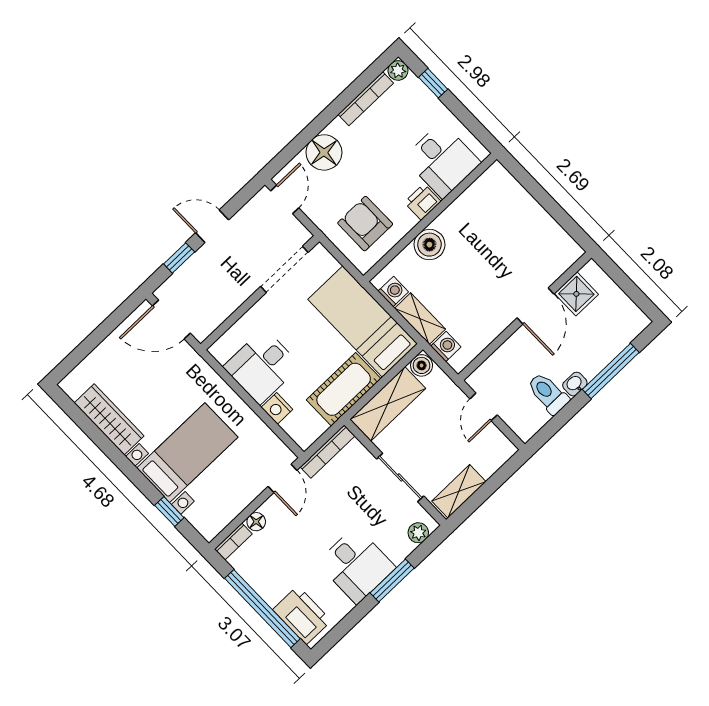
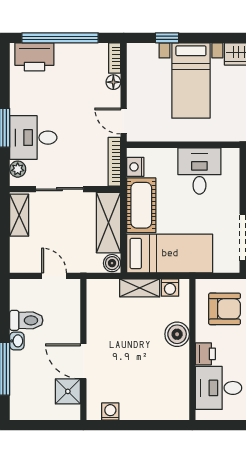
washing machine: (446, 346) -> (110, 412), moved, turned 180
nightstand: (277, 408) -> (135, 167), moved, turned -90
desk: (356, 565) -> (33, 138), moved

